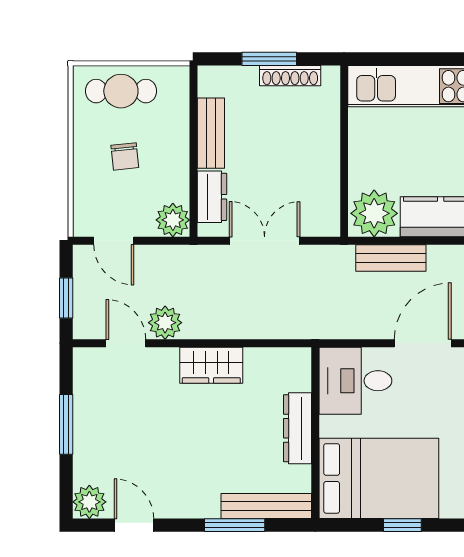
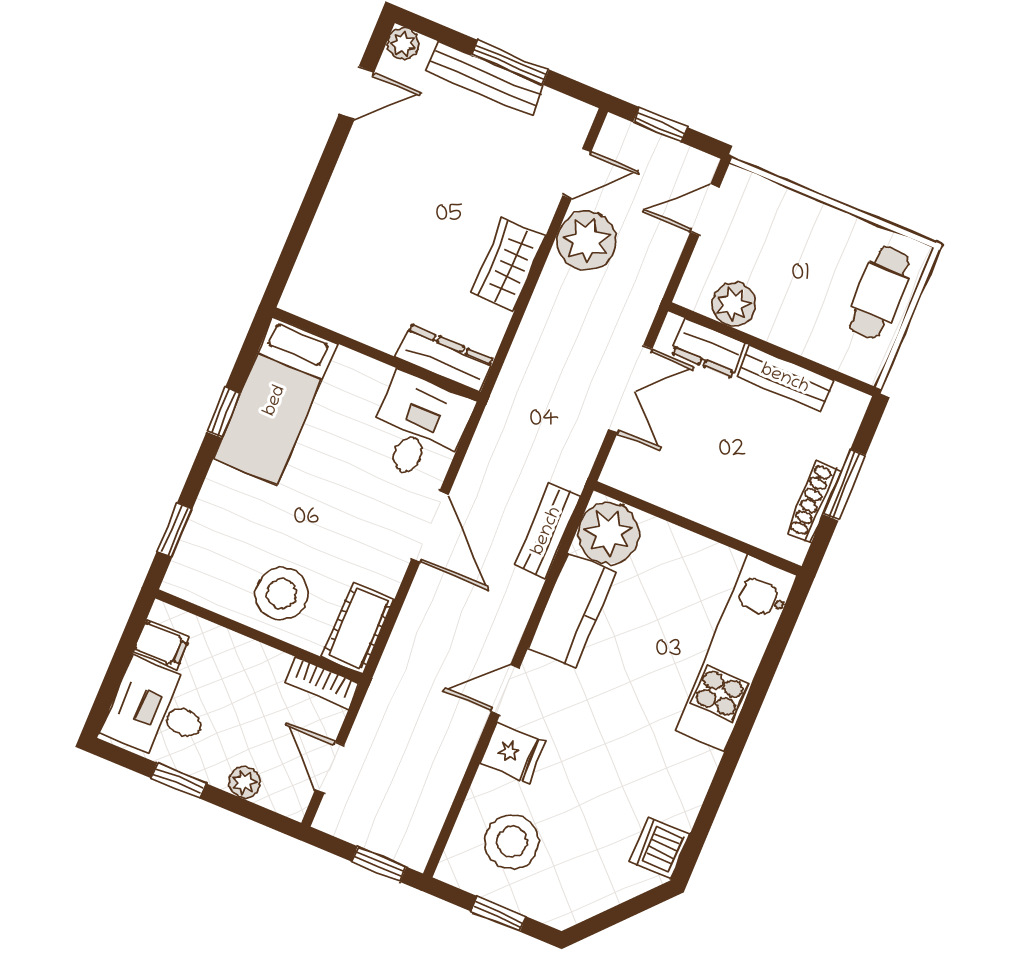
chair: (125, 156) -> (800, 265), removed
plant: (173, 220) -> (734, 304), moved
plant: (165, 323) -> (586, 241), width x1.36, depth x1.36
dresser: (298, 428) -> (445, 358), moved
bed: (379, 478) -> (275, 401), width x0.67
plant: (89, 502) -> (403, 44), width x0.73, depth x0.73
bench: (266, 506) -> (485, 78), moved, turned 90
window: (235, 525) -> (307, 213), removed

